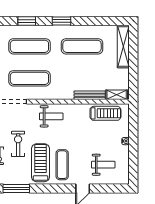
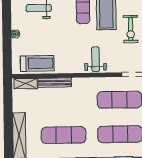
treadmill: (105, 113) -> (37, 63), turned 180
weight bench: (51, 116) -> (96, 59), turned 90

